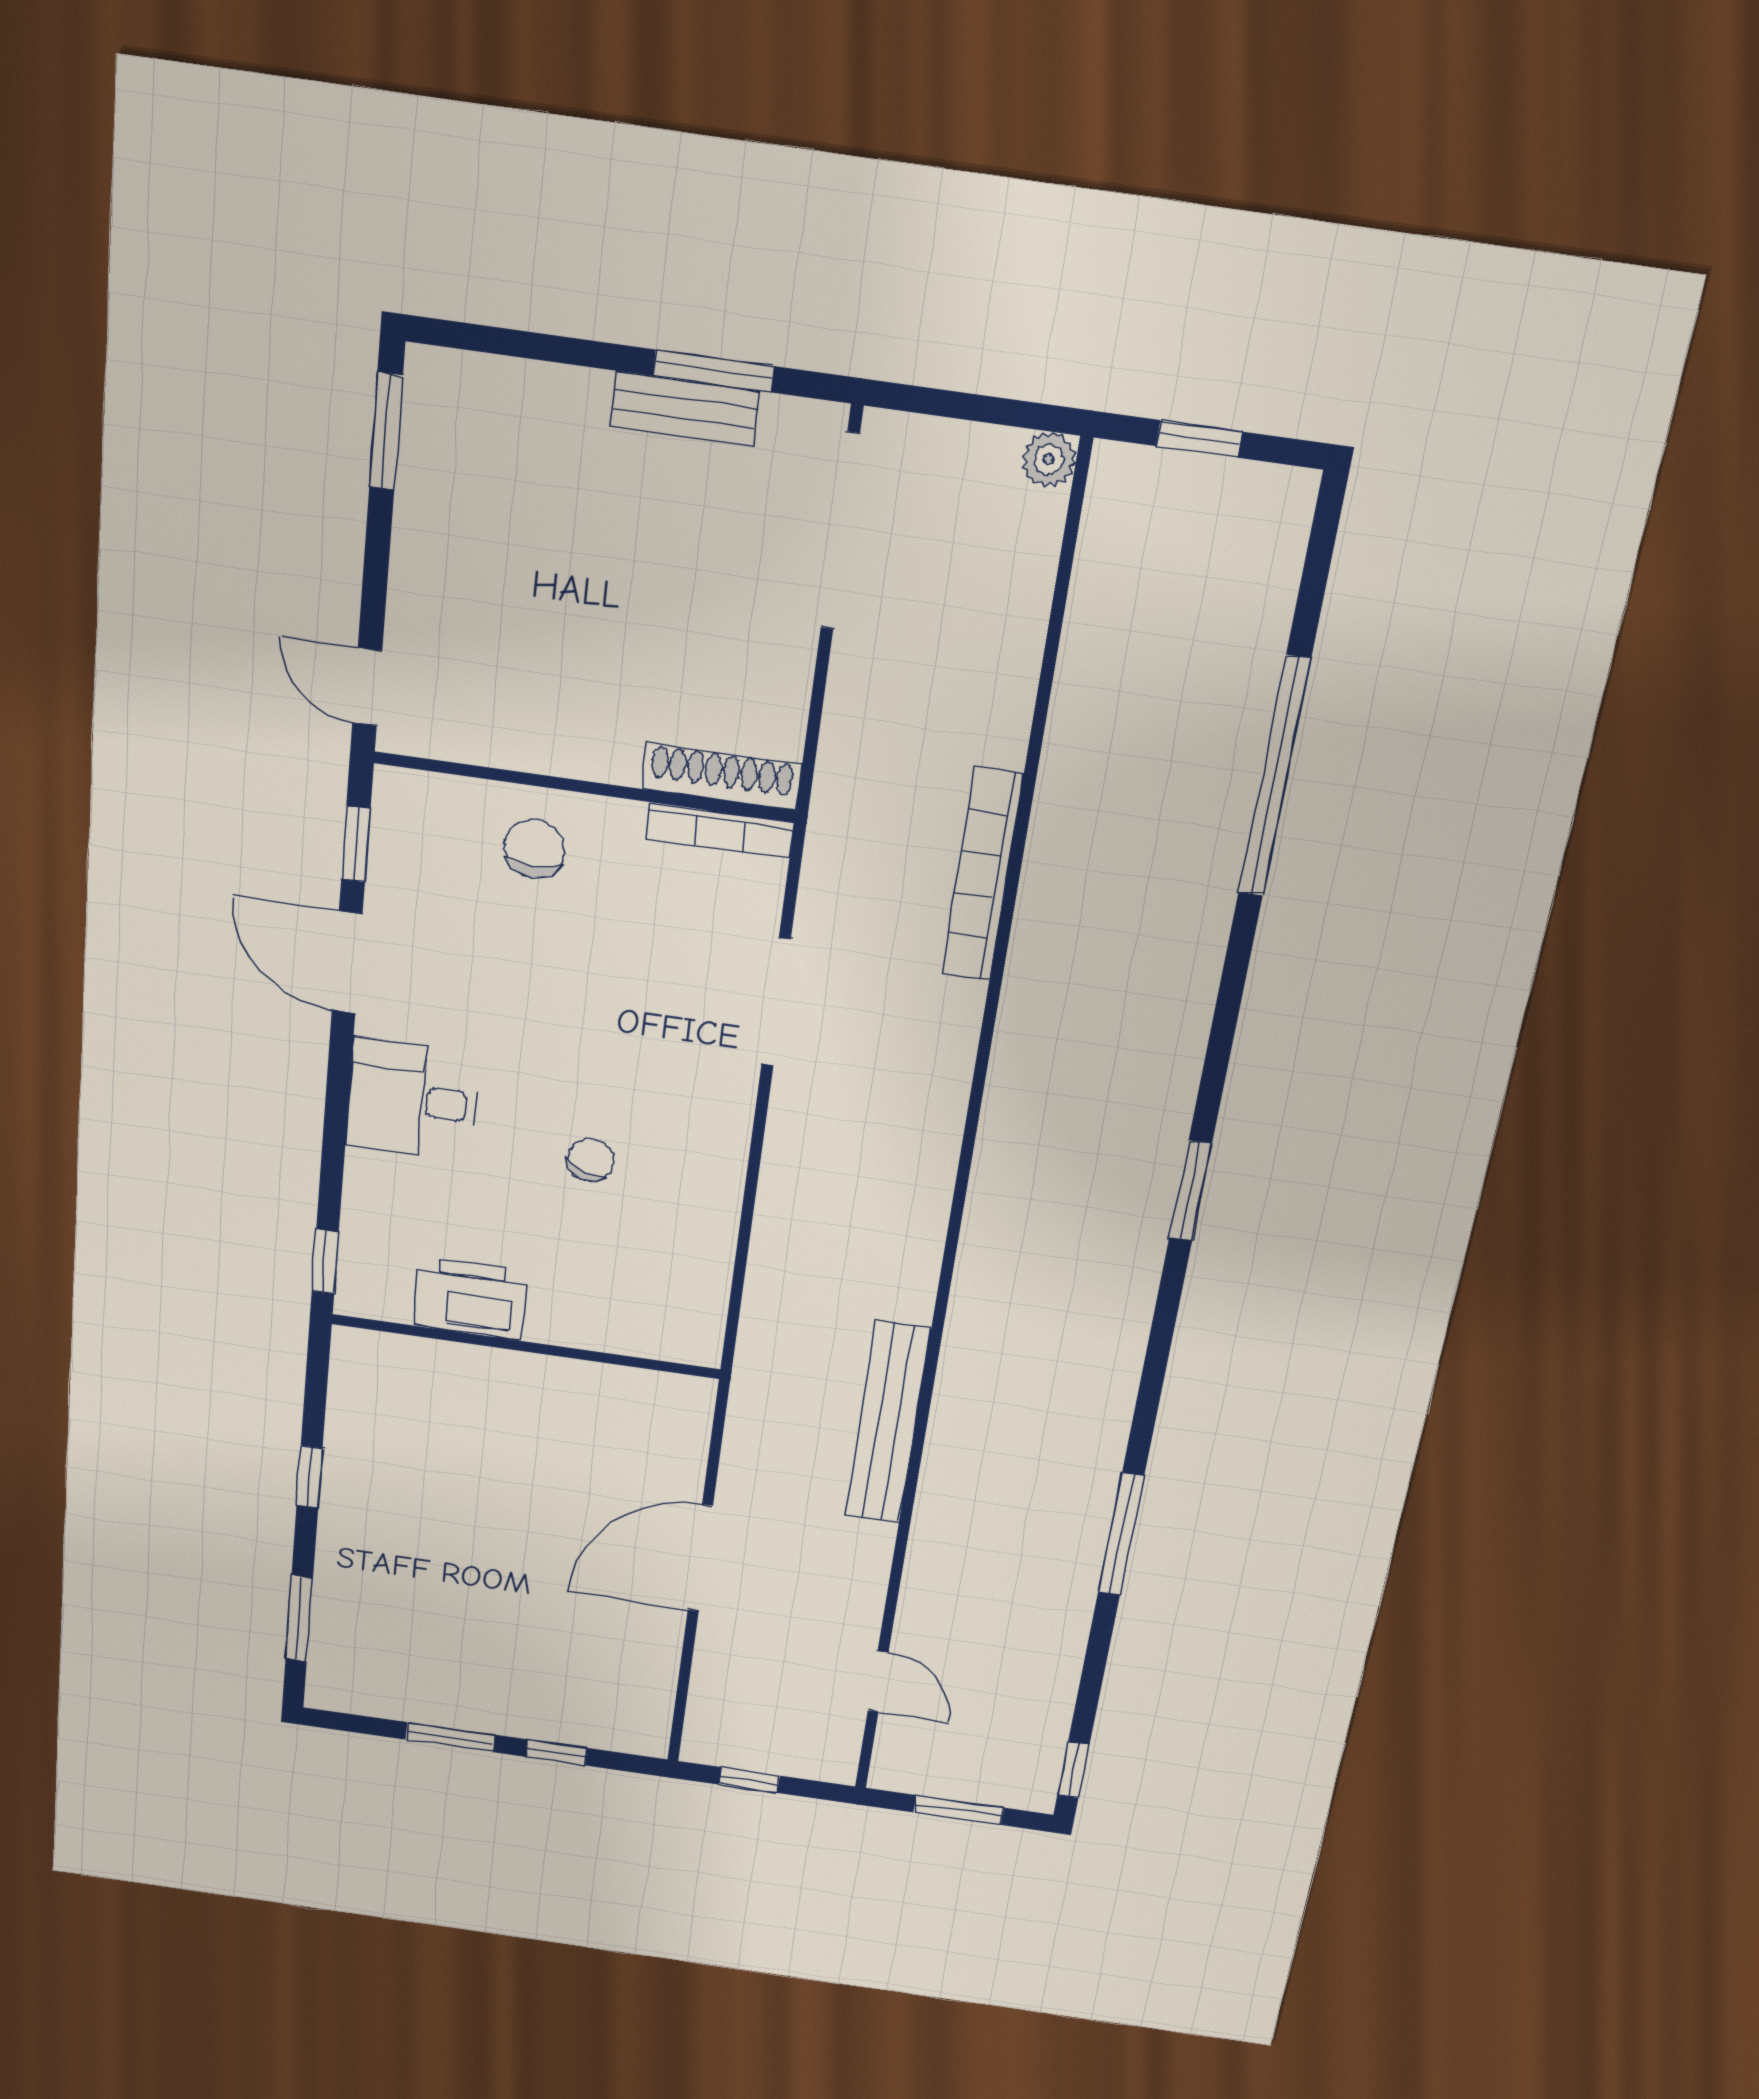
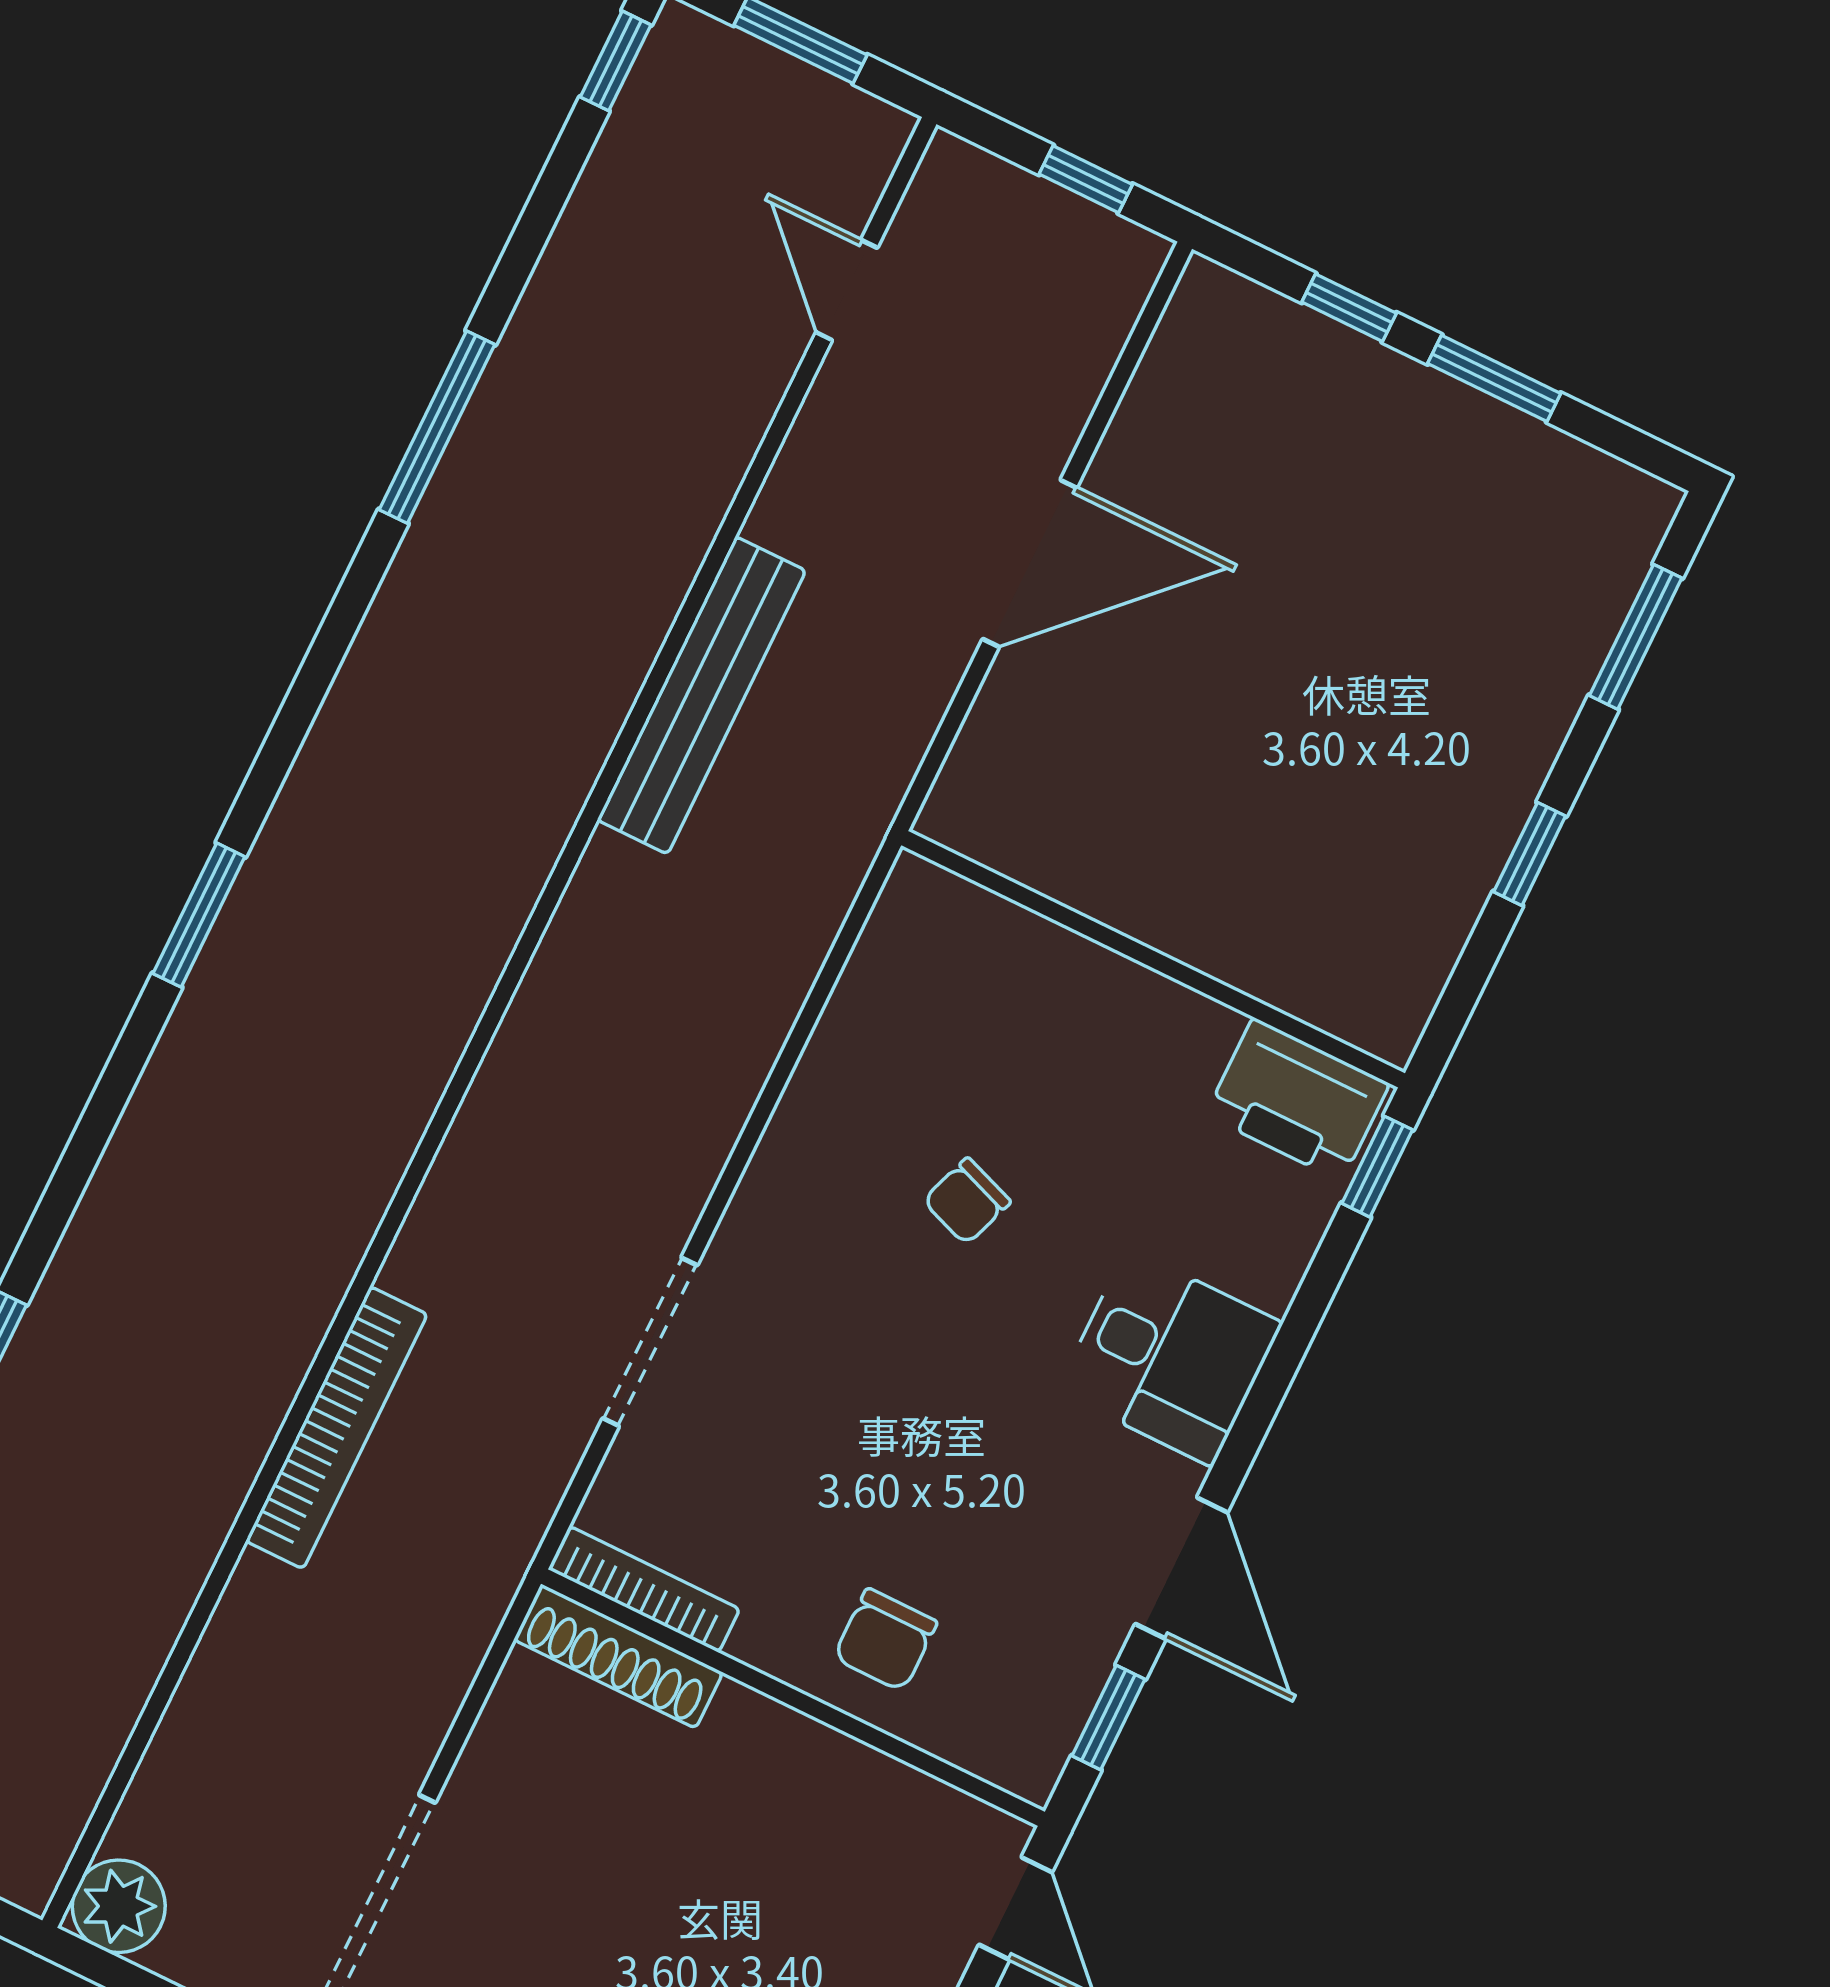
plant: (1049, 460) -> (119, 1906), width x1.38, depth x1.38
printer: (470, 1299) -> (1297, 1099), moved

